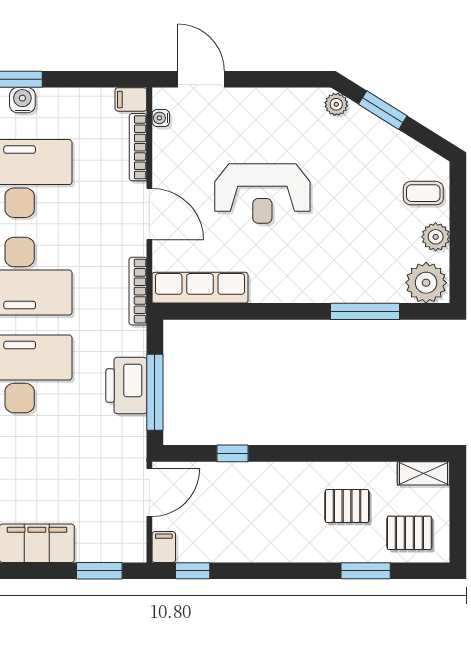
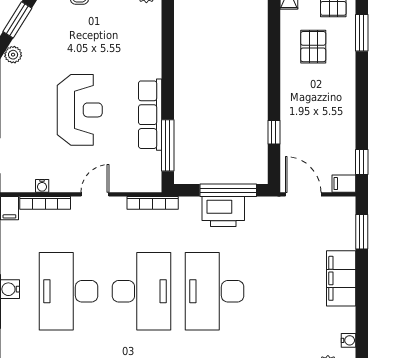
water cooler: (161, 118) -> (42, 186), moved
door: (149, 214) -> (95, 194), width x0.73
row of seats: (200, 288) -> (150, 115), moved
window: (365, 311) -> (168, 145), moved

